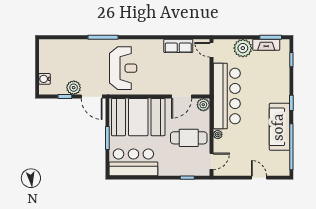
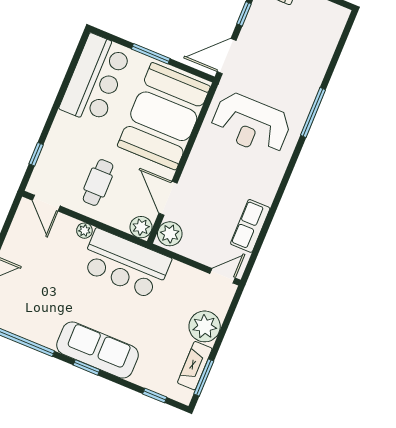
plant: (74, 88) -> (170, 234), moved
bar counter: (227, 96) -> (126, 264), width x0.73
sofa: (279, 127) -> (97, 350), moved
cafe table: (189, 138) -> (98, 183), width x0.73, depth x0.74

